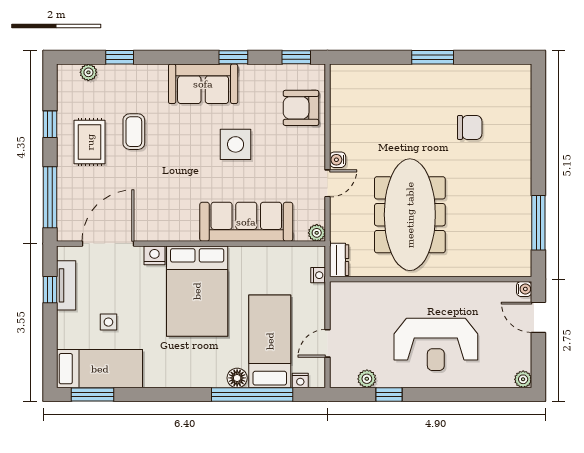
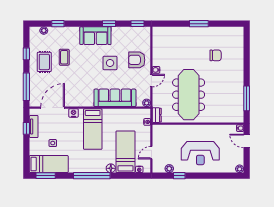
armchair: (301, 108) -> (137, 60), moved
bed: (197, 291) -> (93, 129), width x0.67
window: (252, 395) -> (92, 176), moved

